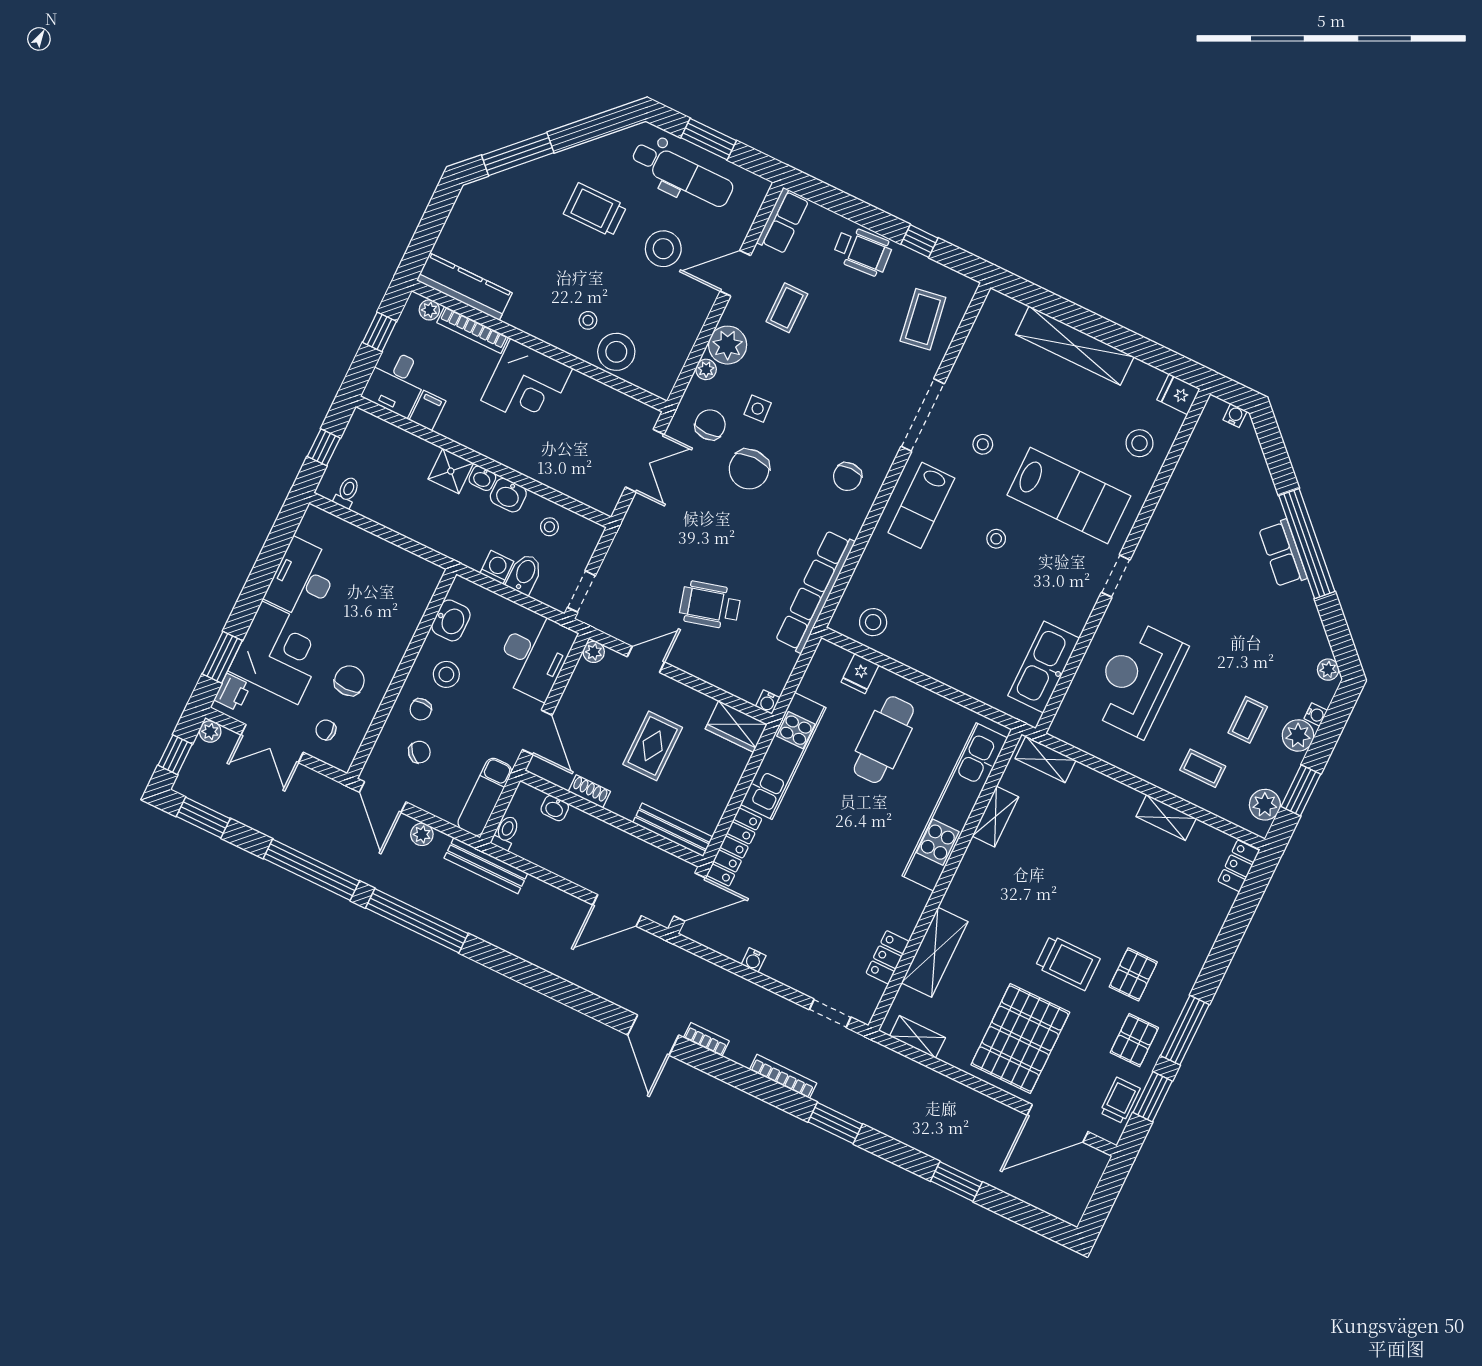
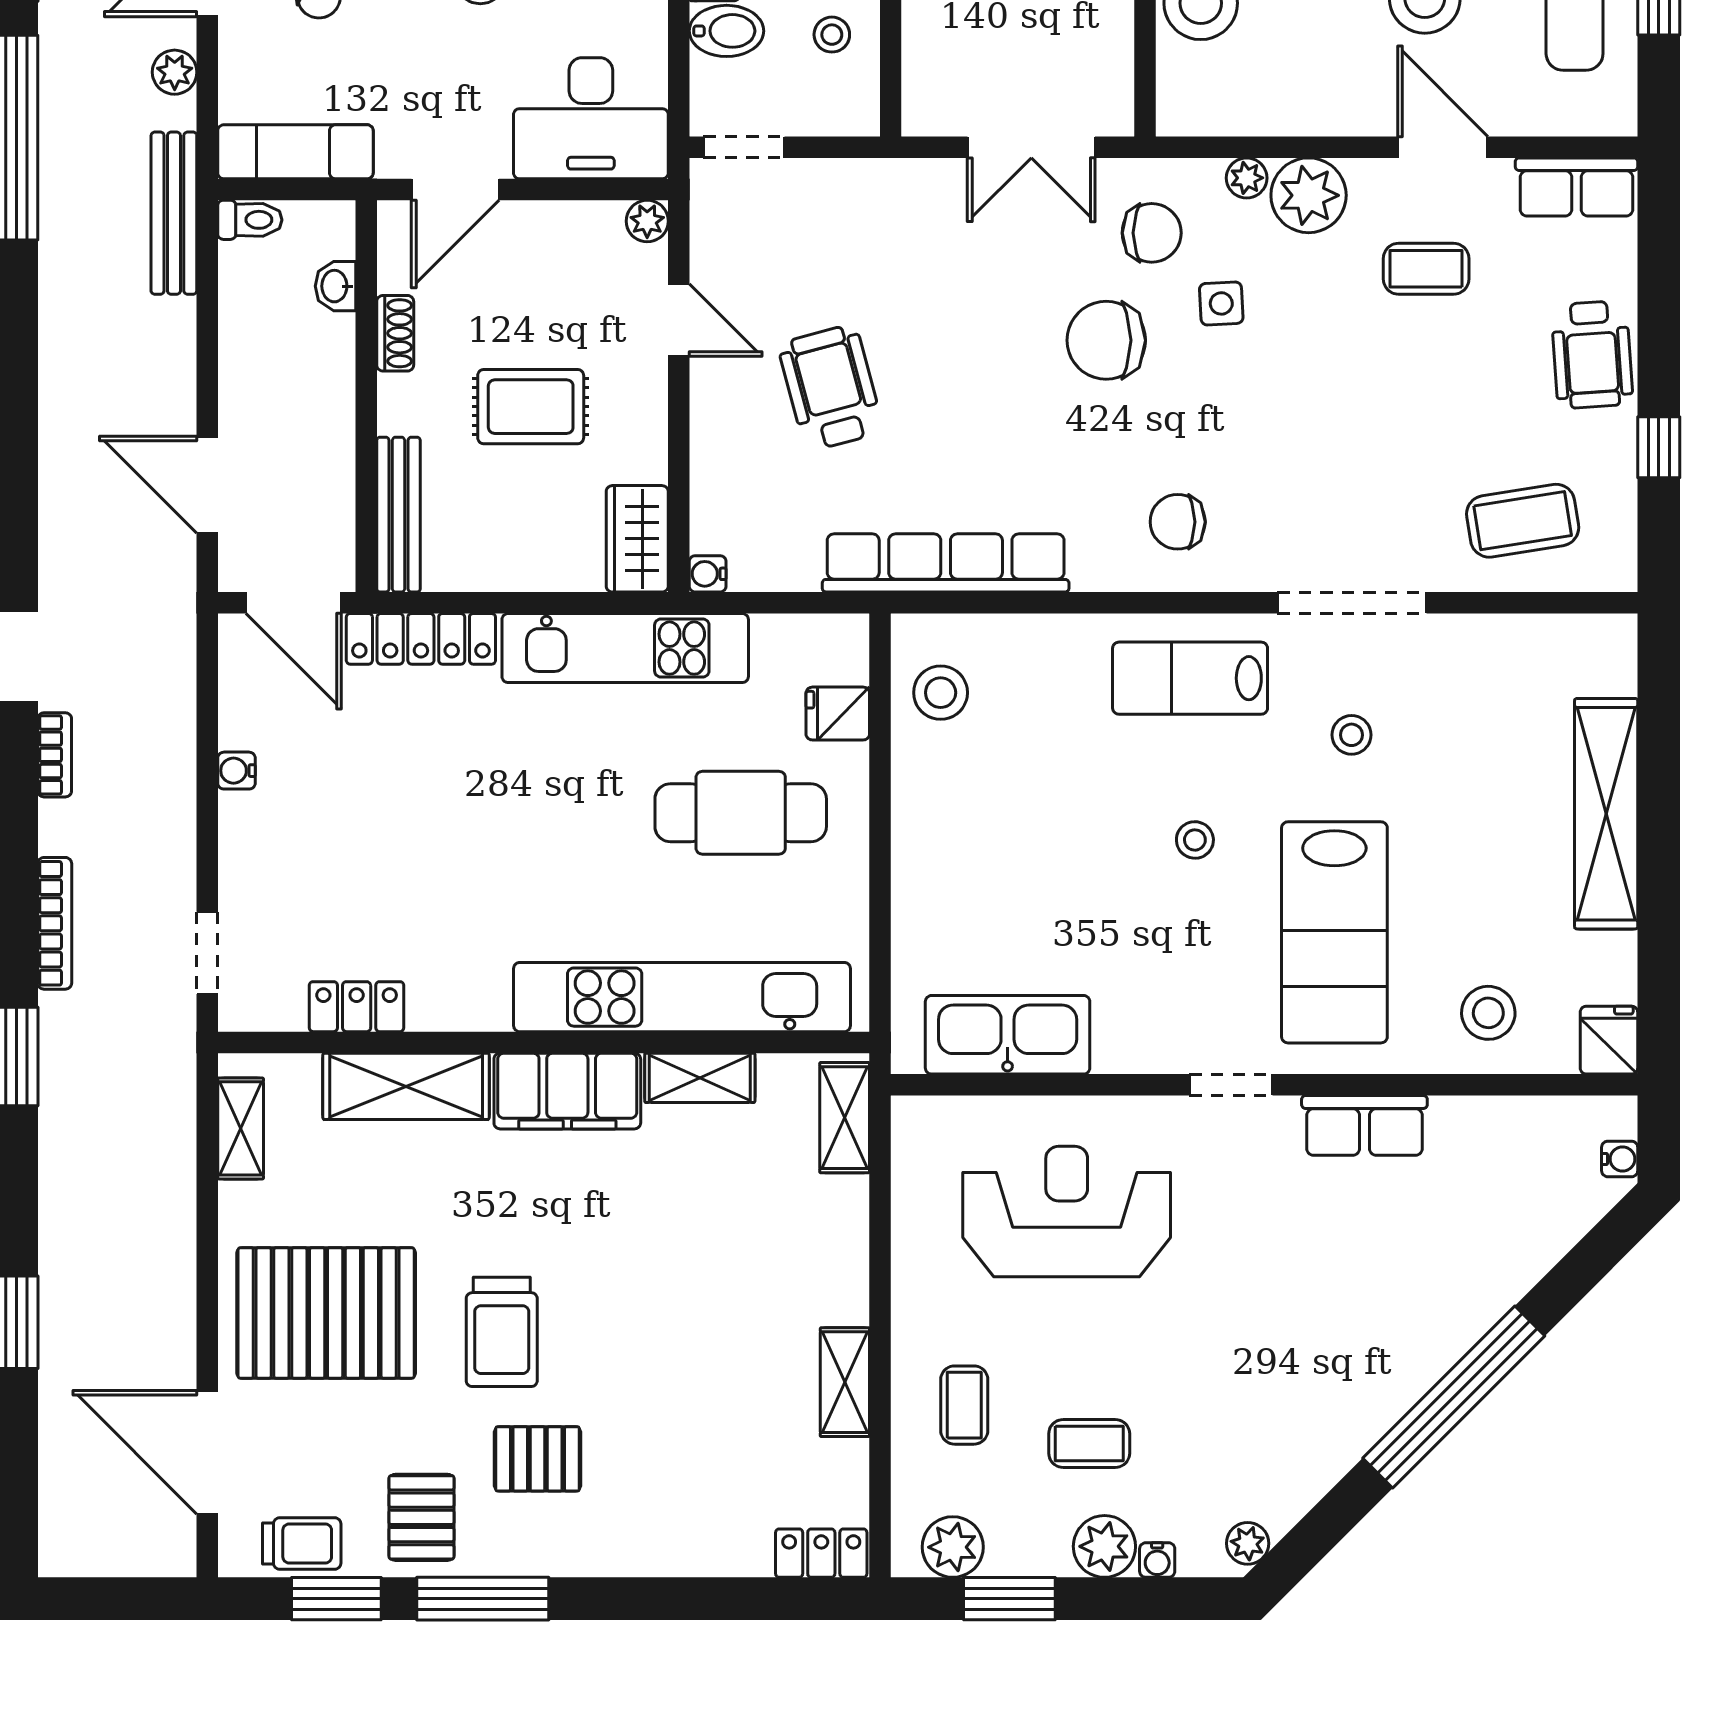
row of seats: (1283, 553) -> (1364, 1125), moved, turned -135
filing cabinet: (972, 880) -> (567, 1091), added
pallet: (1134, 1040) -> (421, 1517), turned 90

